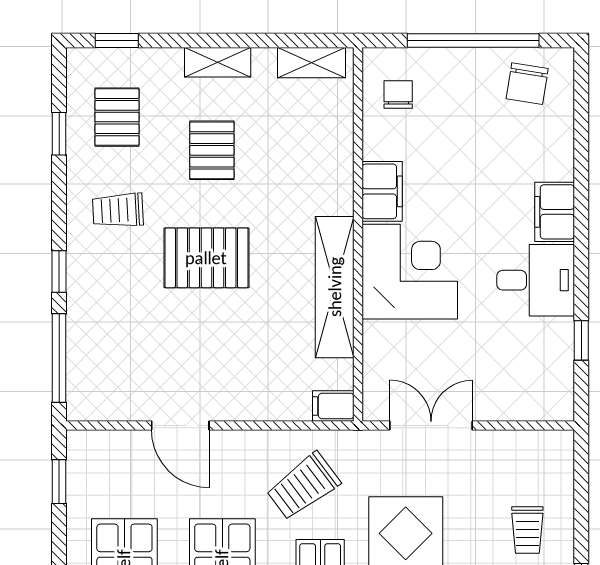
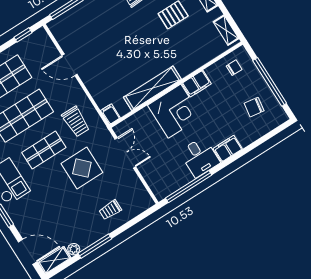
chair: (527, 84) -> (254, 107), moved
pallet: (206, 258) -> (134, 37), removed
window: (581, 340) -> (189, 187), width x3.17
door: (180, 426) -> (70, 65), hinge flipped
trolley: (303, 486) -> (76, 122), turned -143

